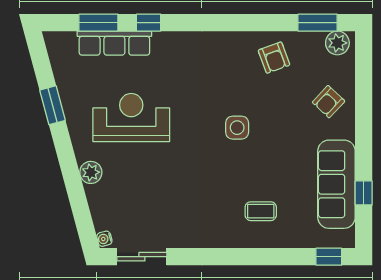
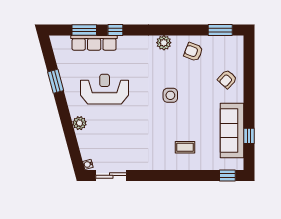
plant: (337, 43) -> (164, 43), moved
armchair: (274, 58) -> (193, 52), turned 131

